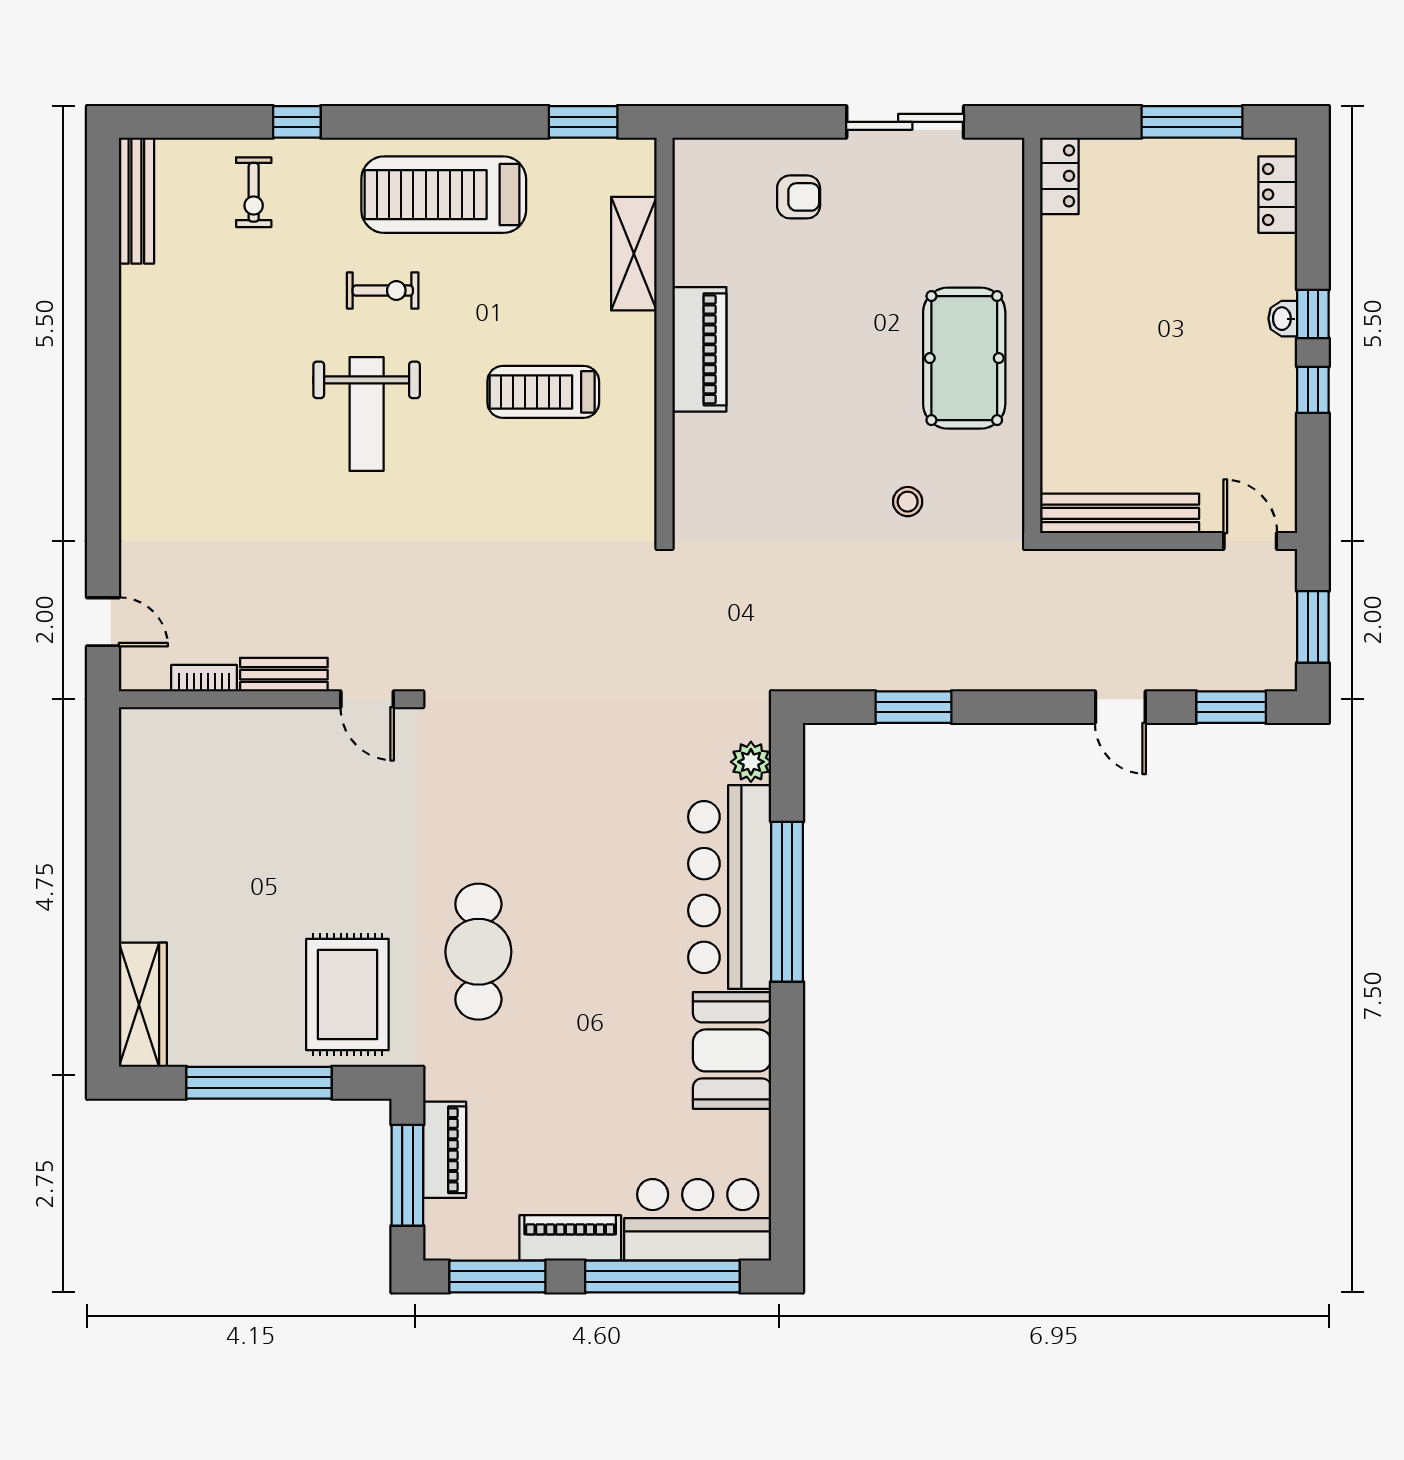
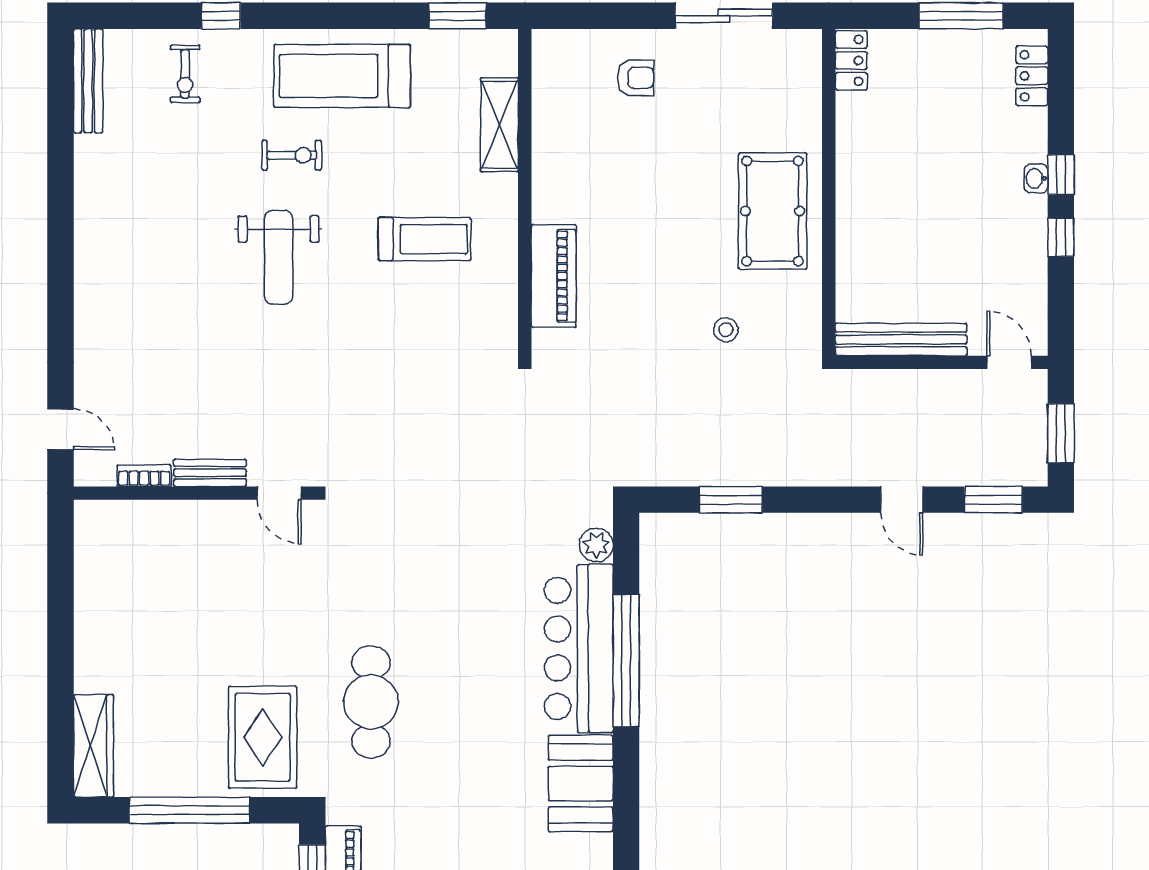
piano: (699, 349) -> (554, 276), moved
treadmill: (543, 392) -> (424, 239), turned 180

